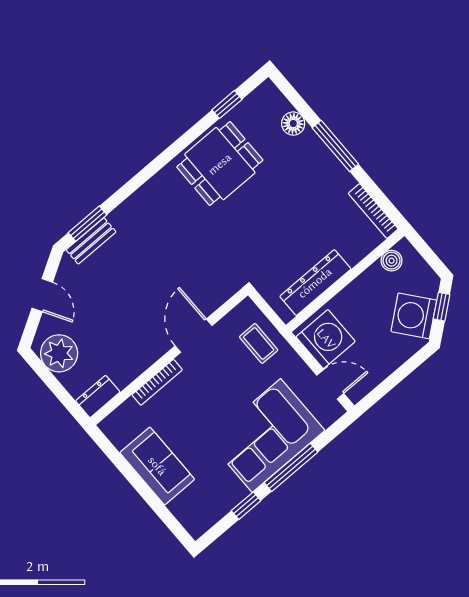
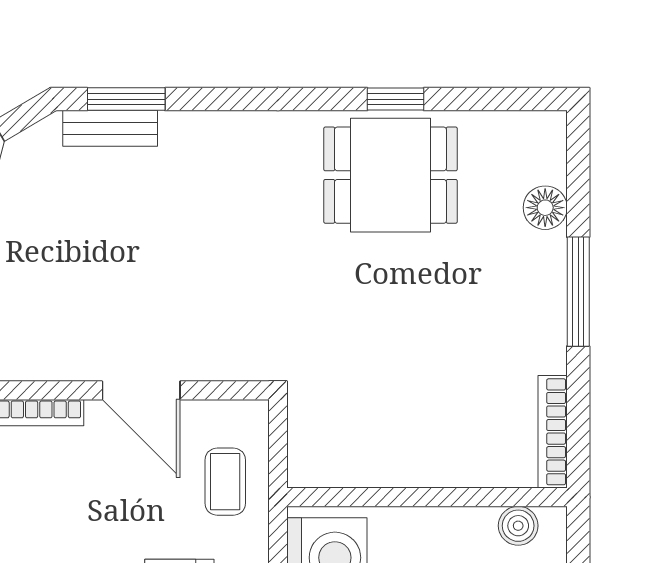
window: (227, 105) -> (396, 99), moved
dresser: (315, 283) -> (382, 464), removed
door: (194, 336) -> (141, 390), swing flipped

